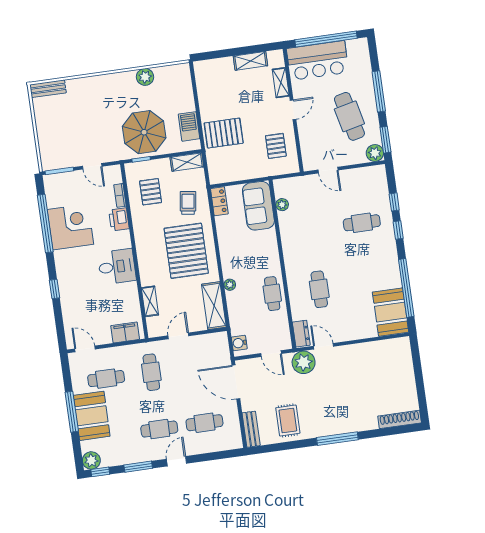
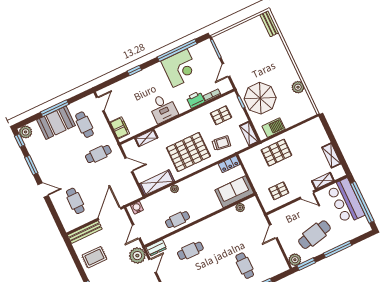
pallet: (224, 133) -> (276, 153), turned 90
cafe table: (159, 429) -> (61, 172), removed
bench: (251, 429) -> (85, 232), width x1.36

